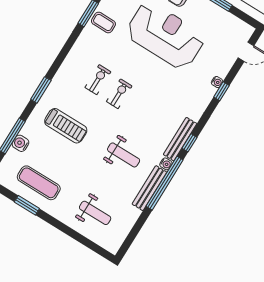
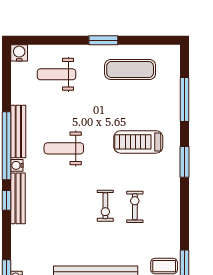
exercise bike: (98, 80) -> (135, 207), turned 180
water cooler: (20, 143) -> (19, 53), moved, turned -90
window: (27, 205) -> (103, 40), moved

